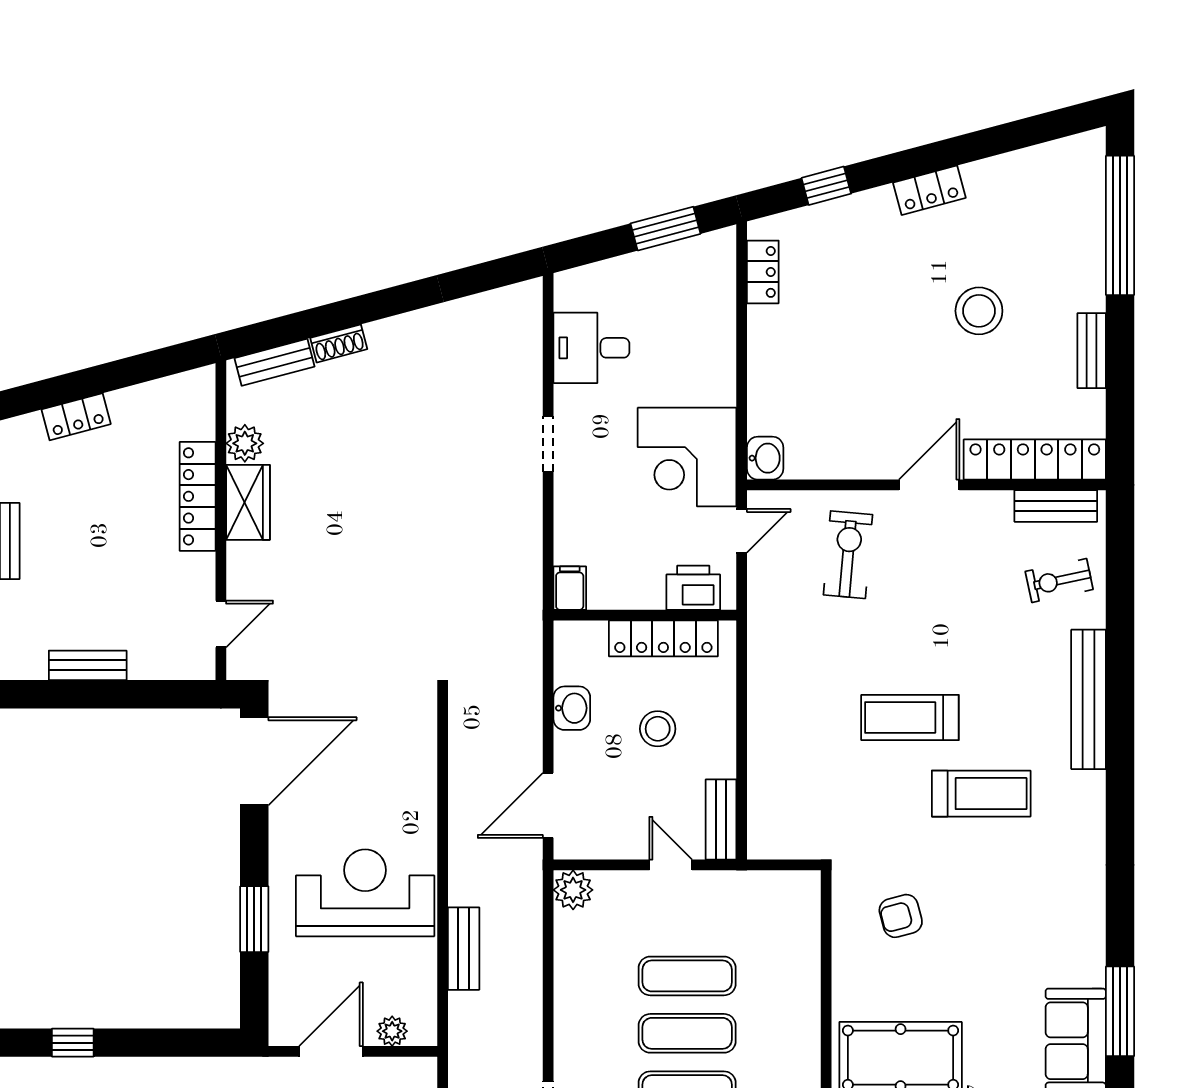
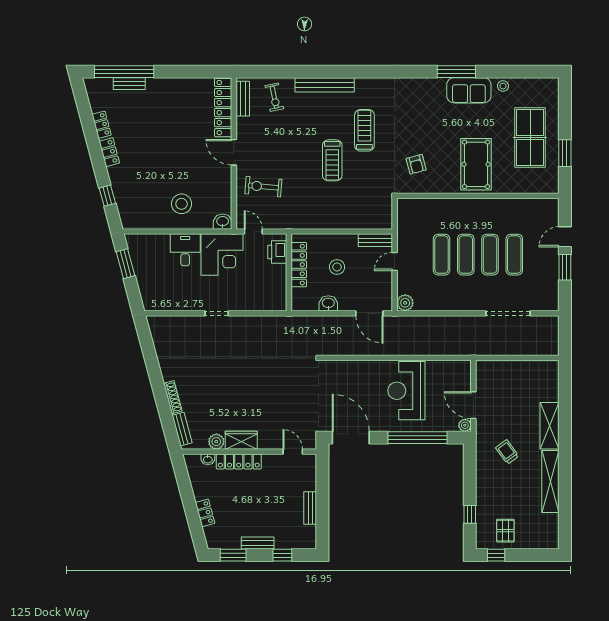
locker: (763, 272) -> (102, 125), moved, turned 75
stool: (979, 311) -> (182, 204), moved
shoe rack: (339, 343) -> (173, 397), width x1.43
desk: (591, 348) -> (185, 250), moved, turned 180
bench: (1092, 351) -> (129, 84), moved
washbasin: (203, 423) -> (208, 459), added
filing cabinet: (570, 588) -> (277, 304), removed
window: (254, 919) -> (417, 438), width x2.11
bench: (464, 949) -> (430, 349), removed
plant: (392, 1031) -> (465, 425), moved

